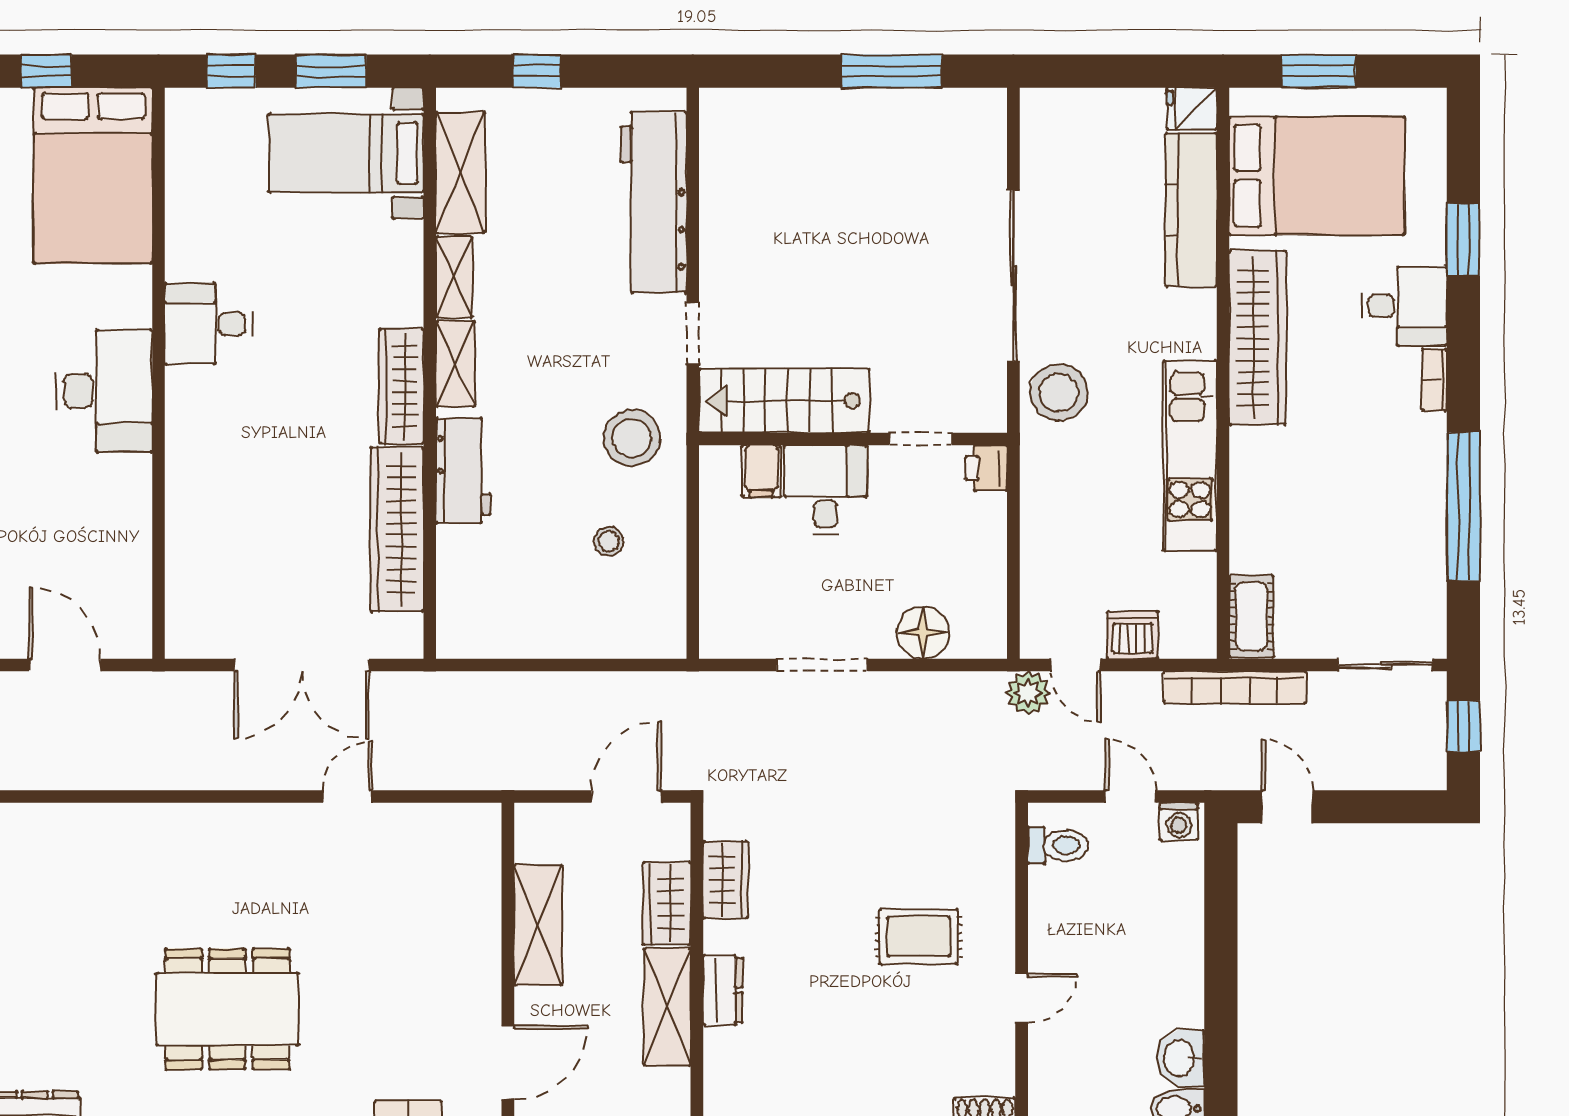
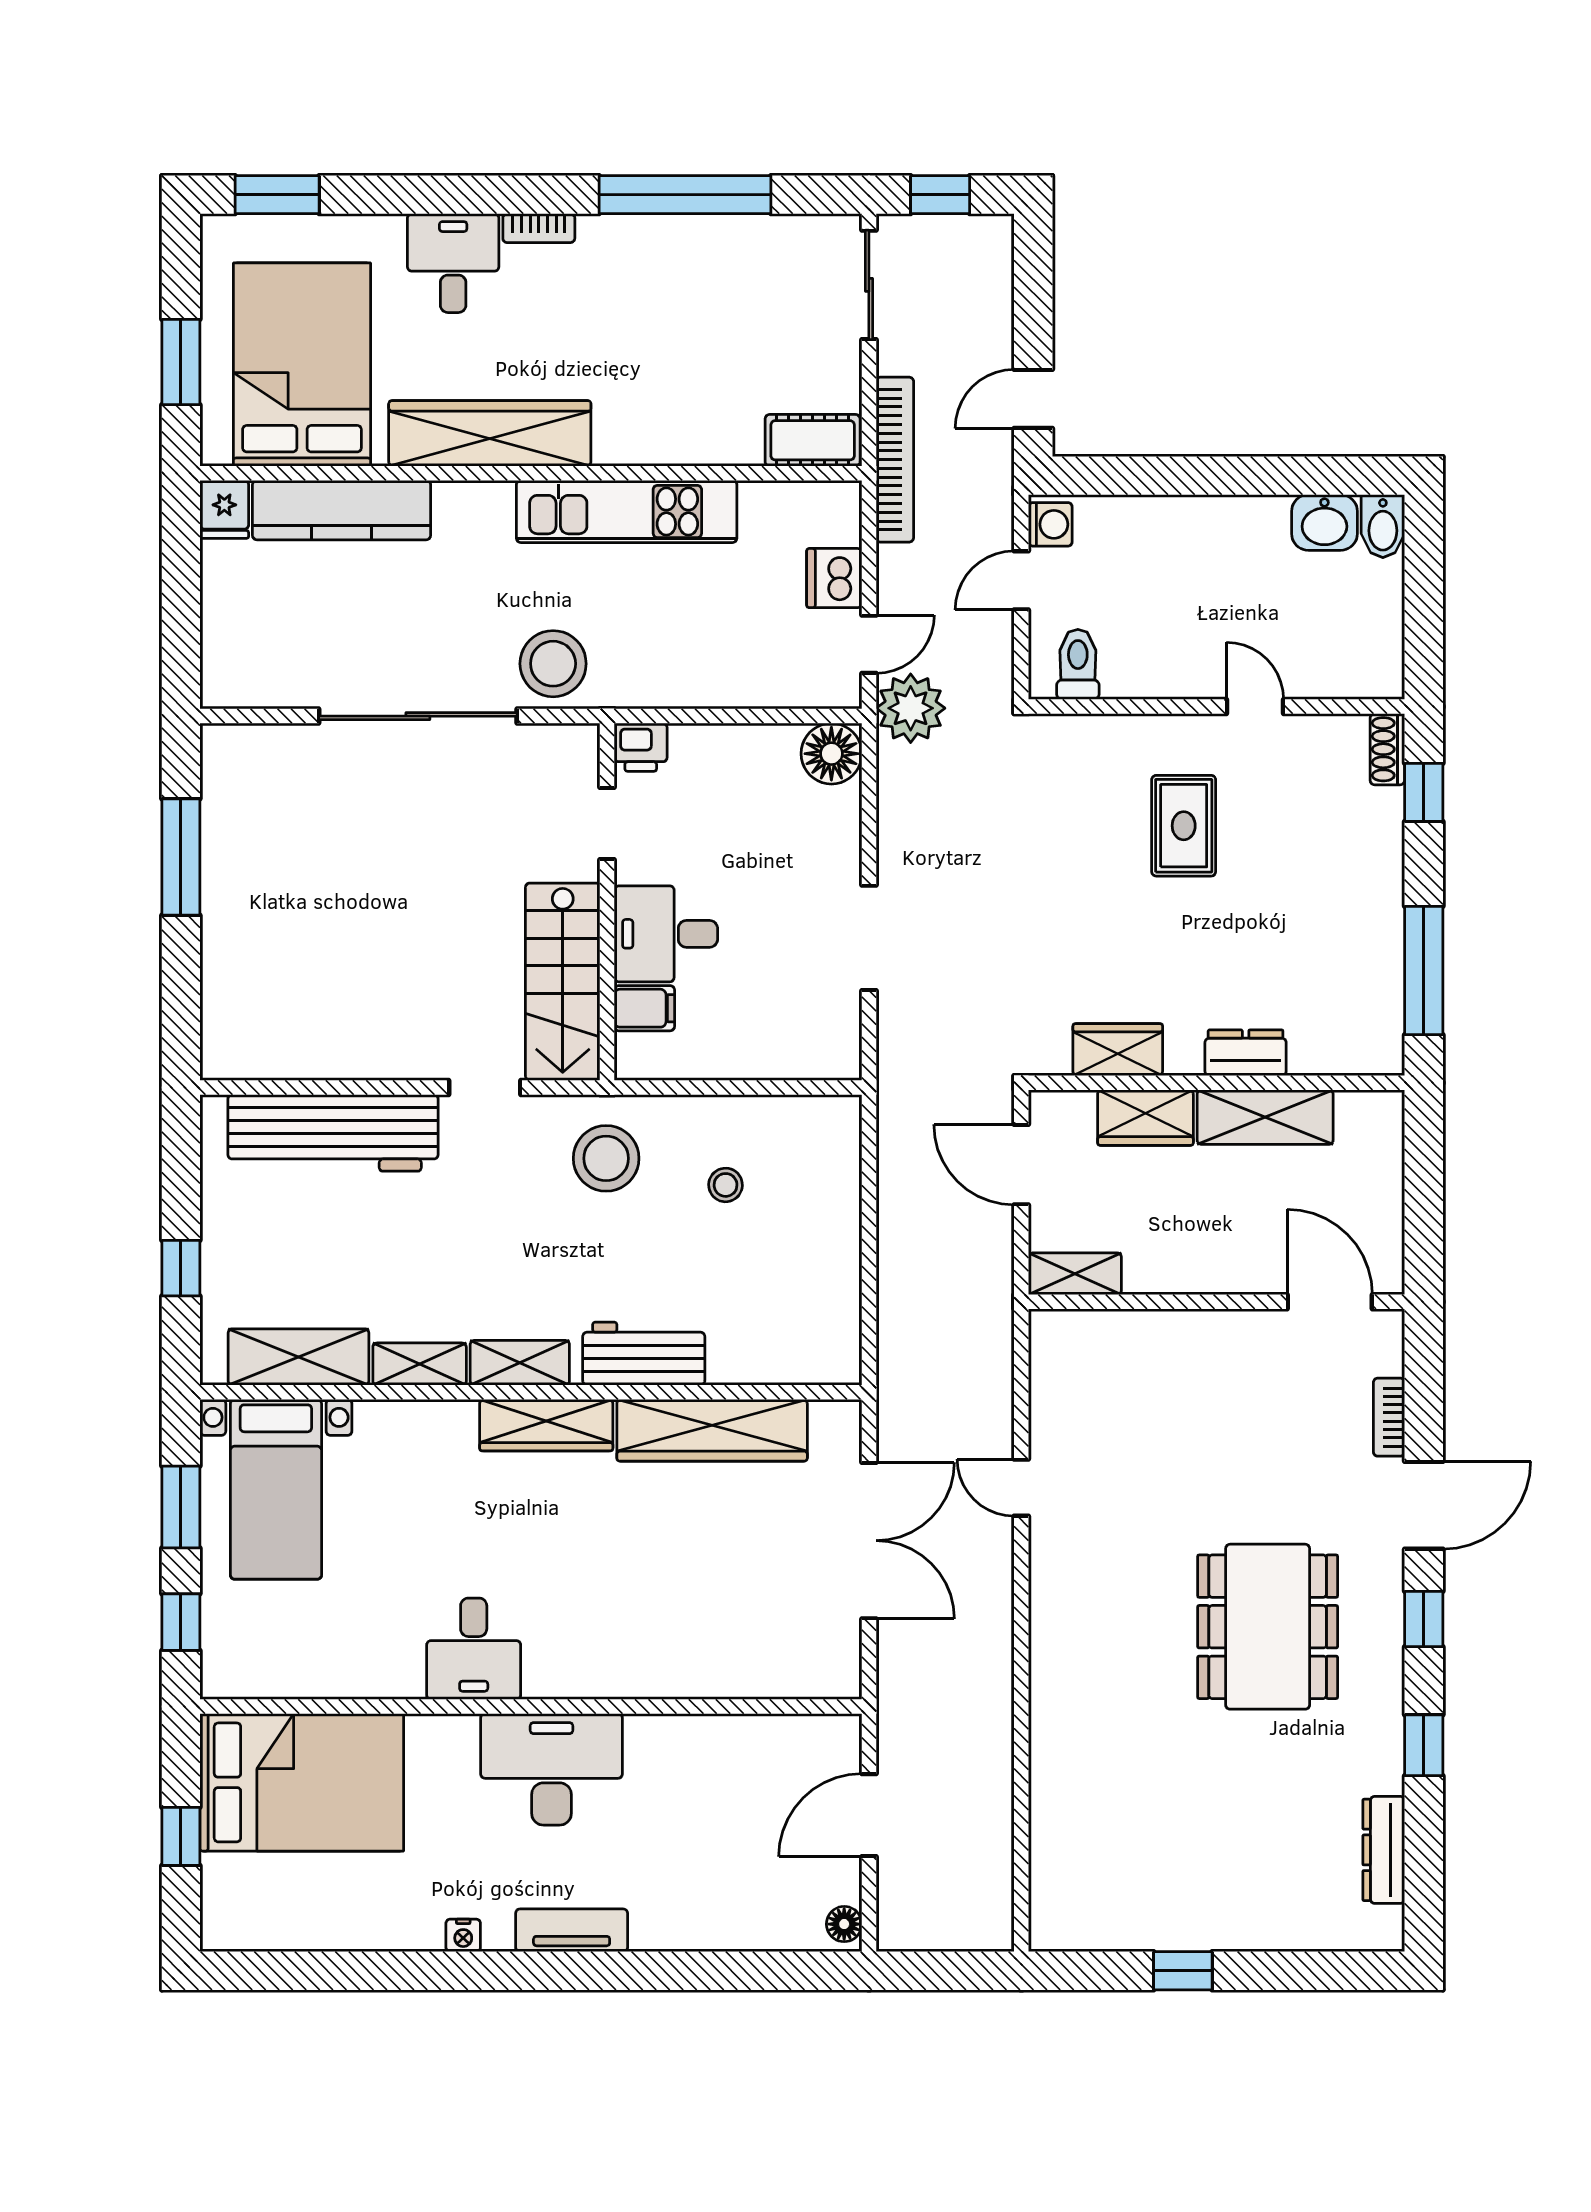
window: (1463, 240) -> (277, 195), moved
floor lamp: (923, 633) -> (831, 754), moved
plant: (1028, 693) -> (911, 708), width x1.36, depth x1.36
shelving: (538, 925) -> (1075, 1274), moved, width x0.67, depth x0.75

